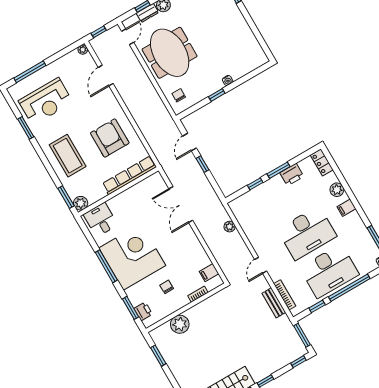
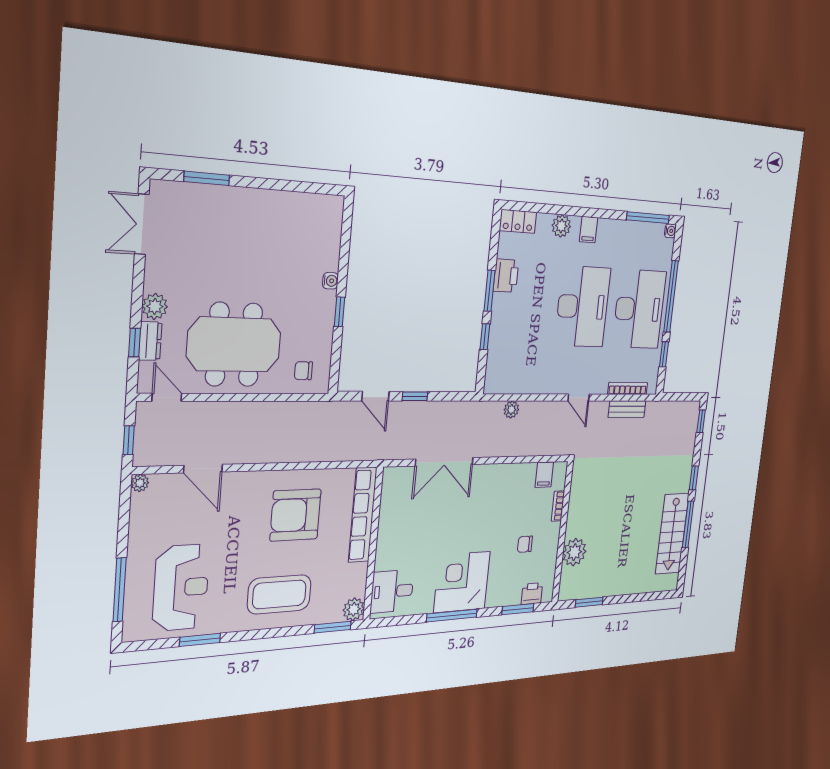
corner desk: (132, 257) -> (462, 582), width x0.74, depth x0.74
window: (302, 335) -> (680, 397), removed

